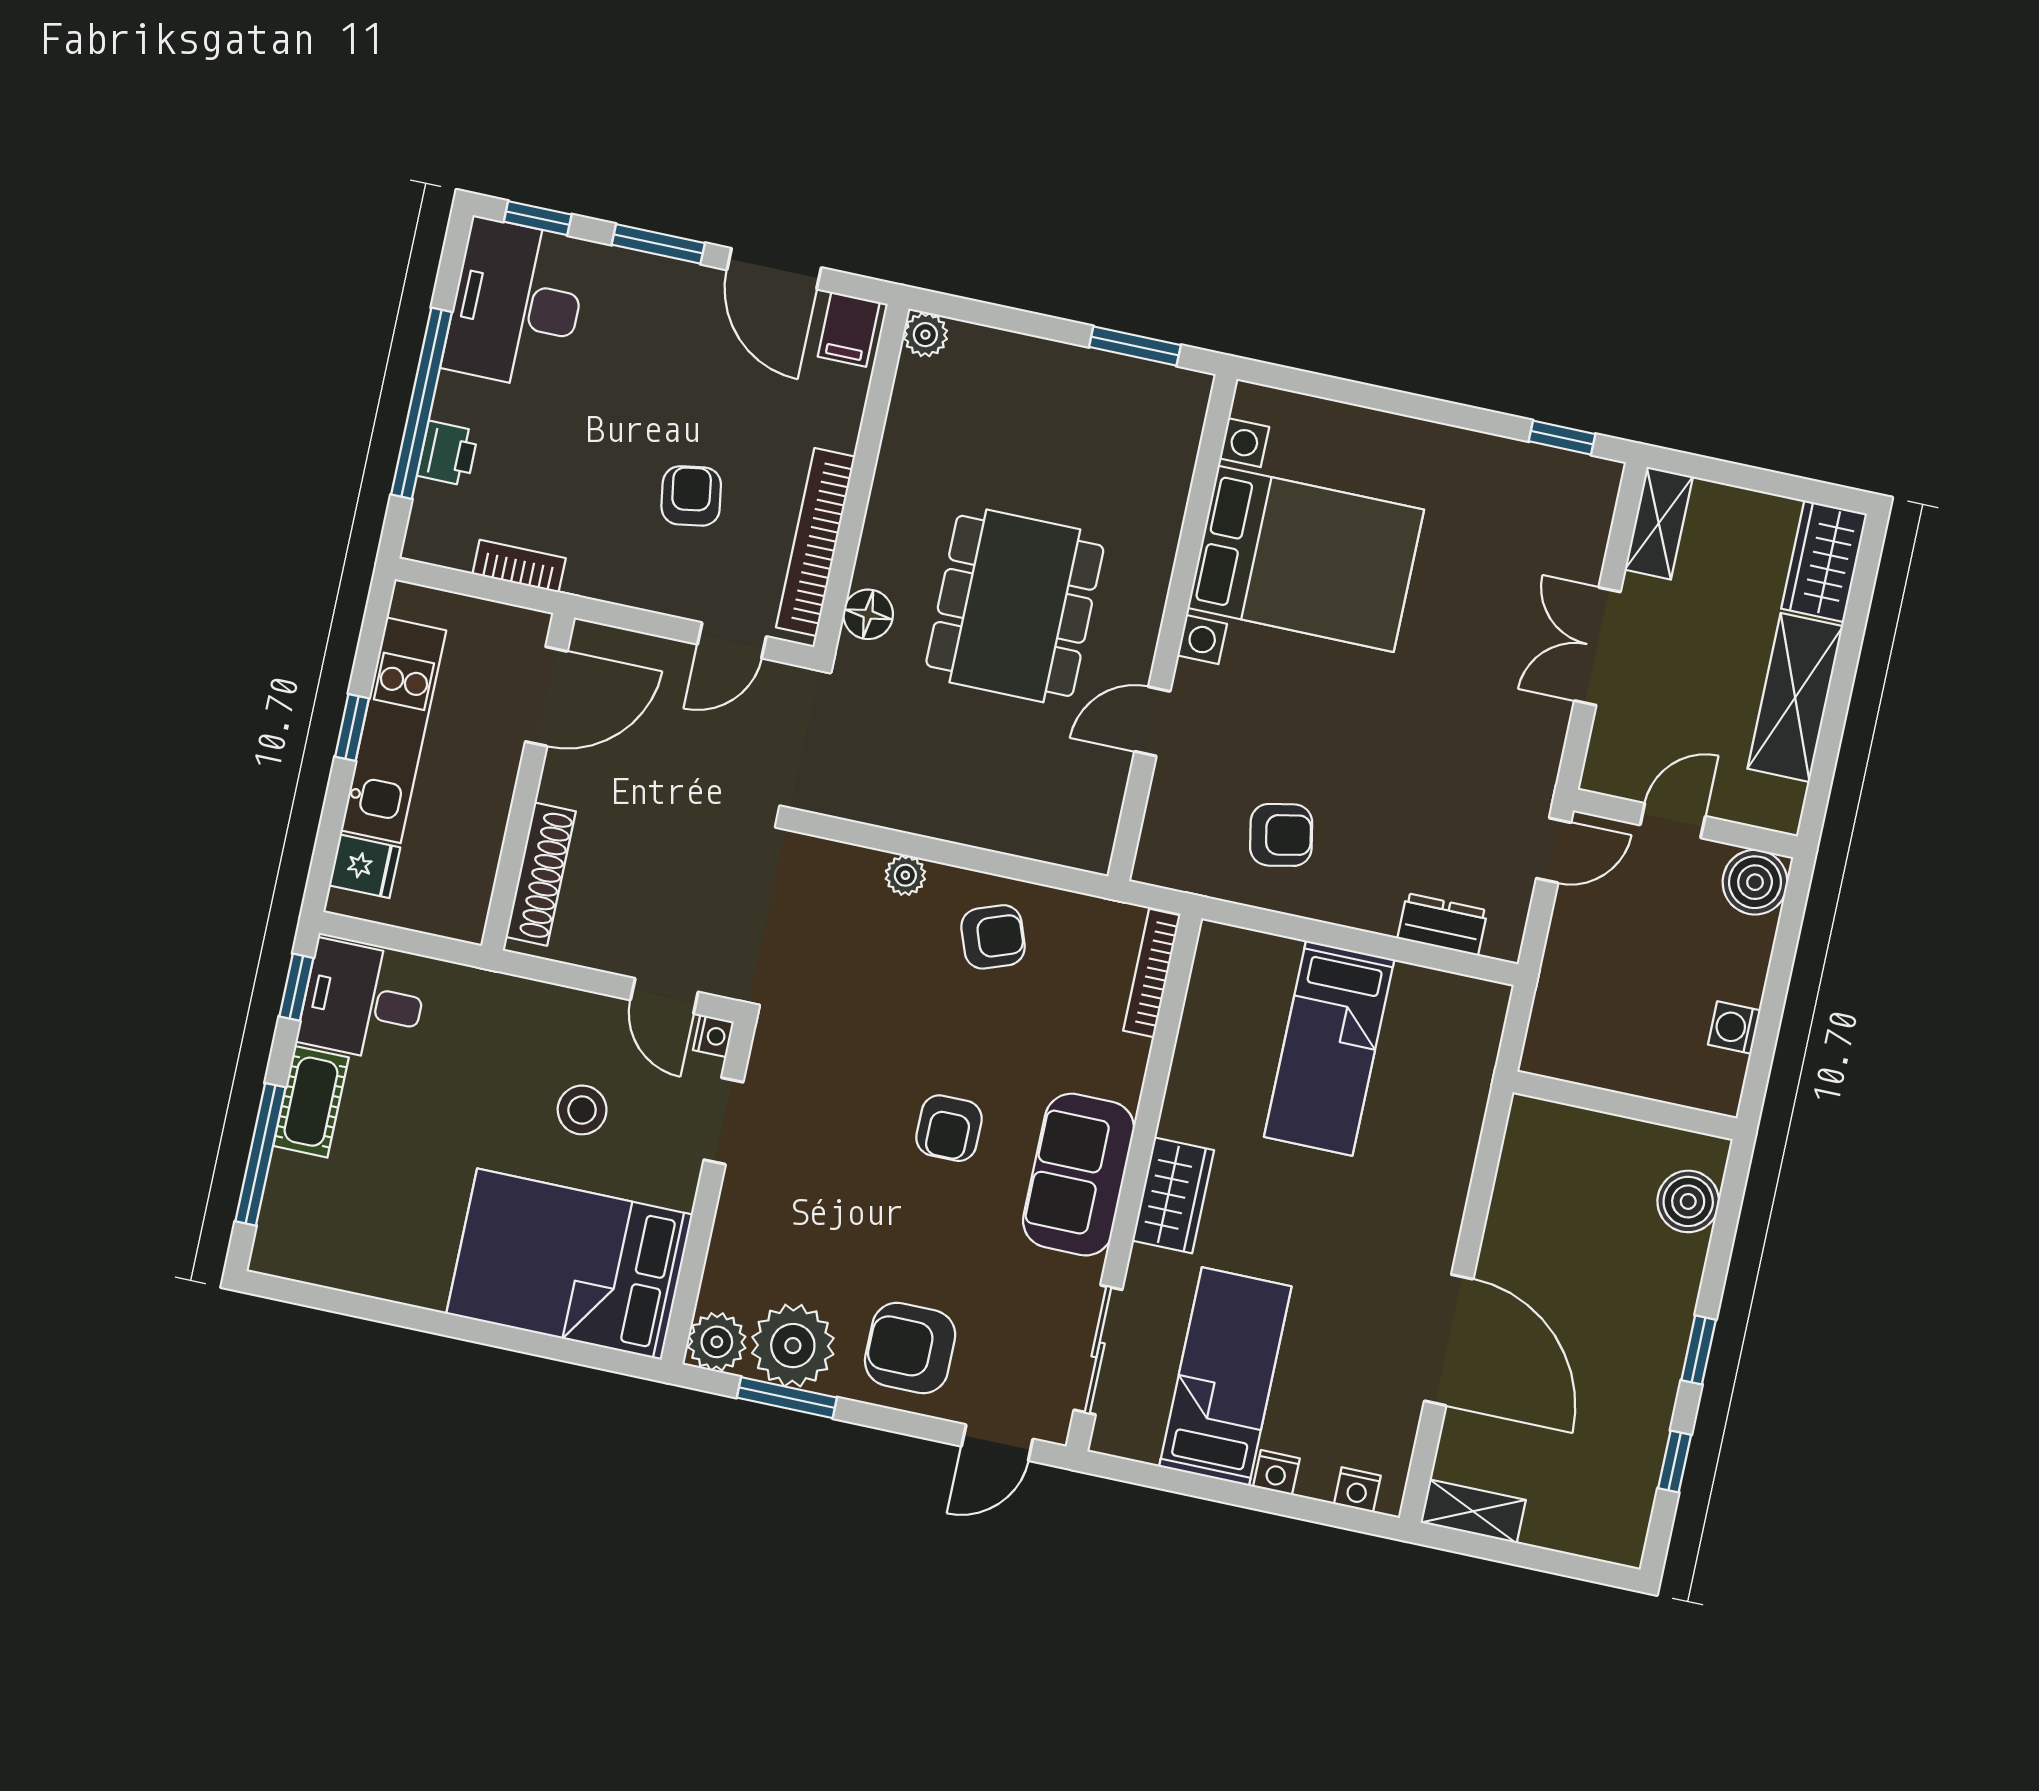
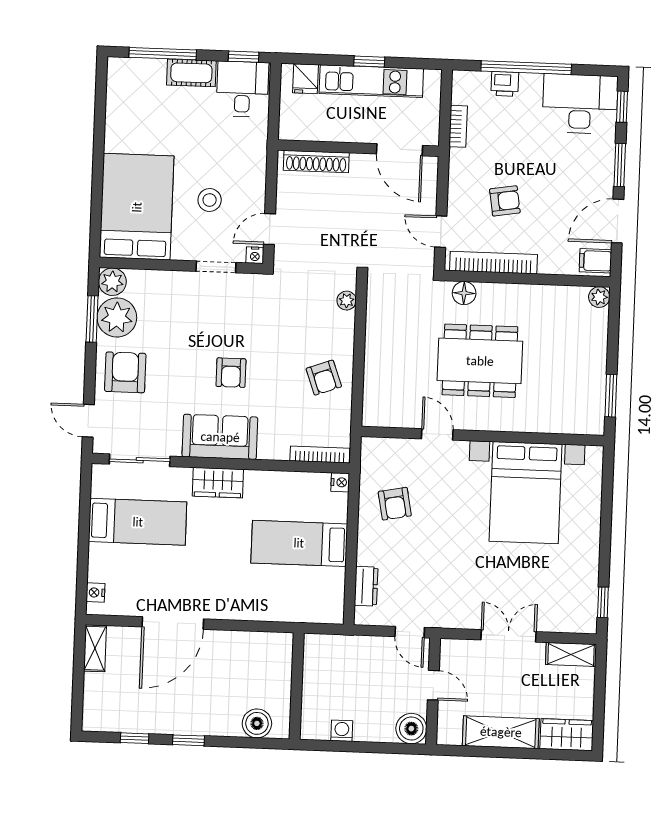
plant: (905, 875) -> (347, 301), moved
armchair: (949, 1128) -> (231, 373), turned -90
nightstand: (1276, 1473) -> (340, 482), moved, turned 180

